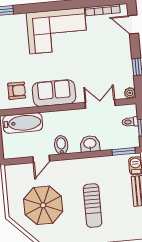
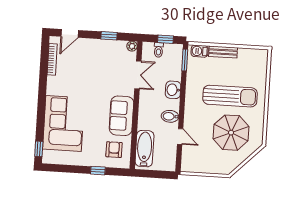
corner sofa: (57, 31) -> (64, 123), moved
double door: (100, 104) -> (138, 75), swing flipped
parasol: (43, 205) -> (231, 133), moved
sun lounger: (93, 206) -> (230, 96), width x1.36, depth x1.34

